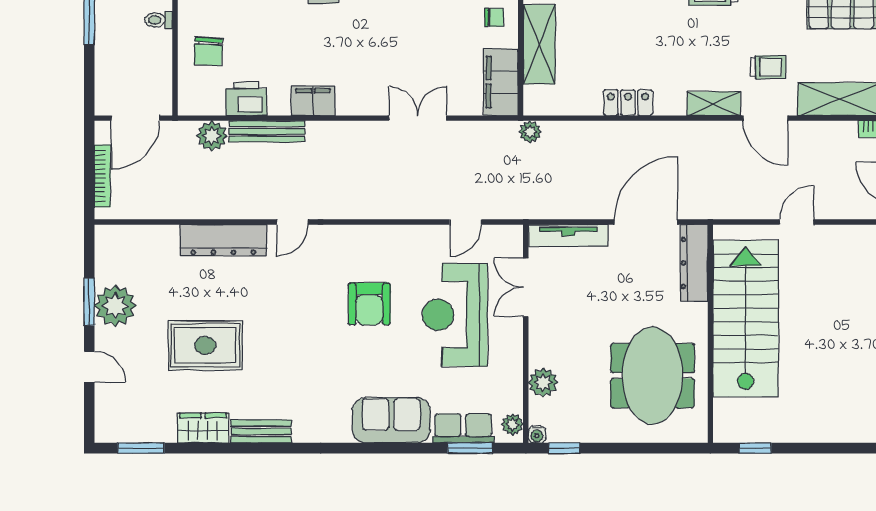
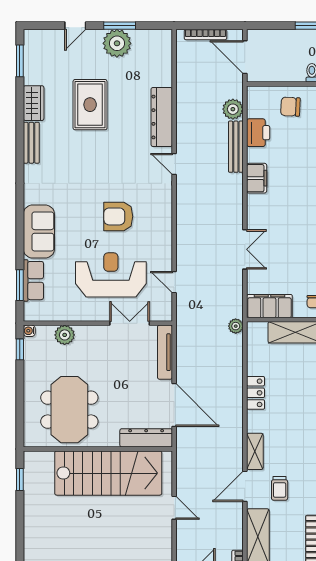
meeting table: (653, 376) -> (69, 410), turned 90
plant: (513, 424) -> (36, 314), removed

